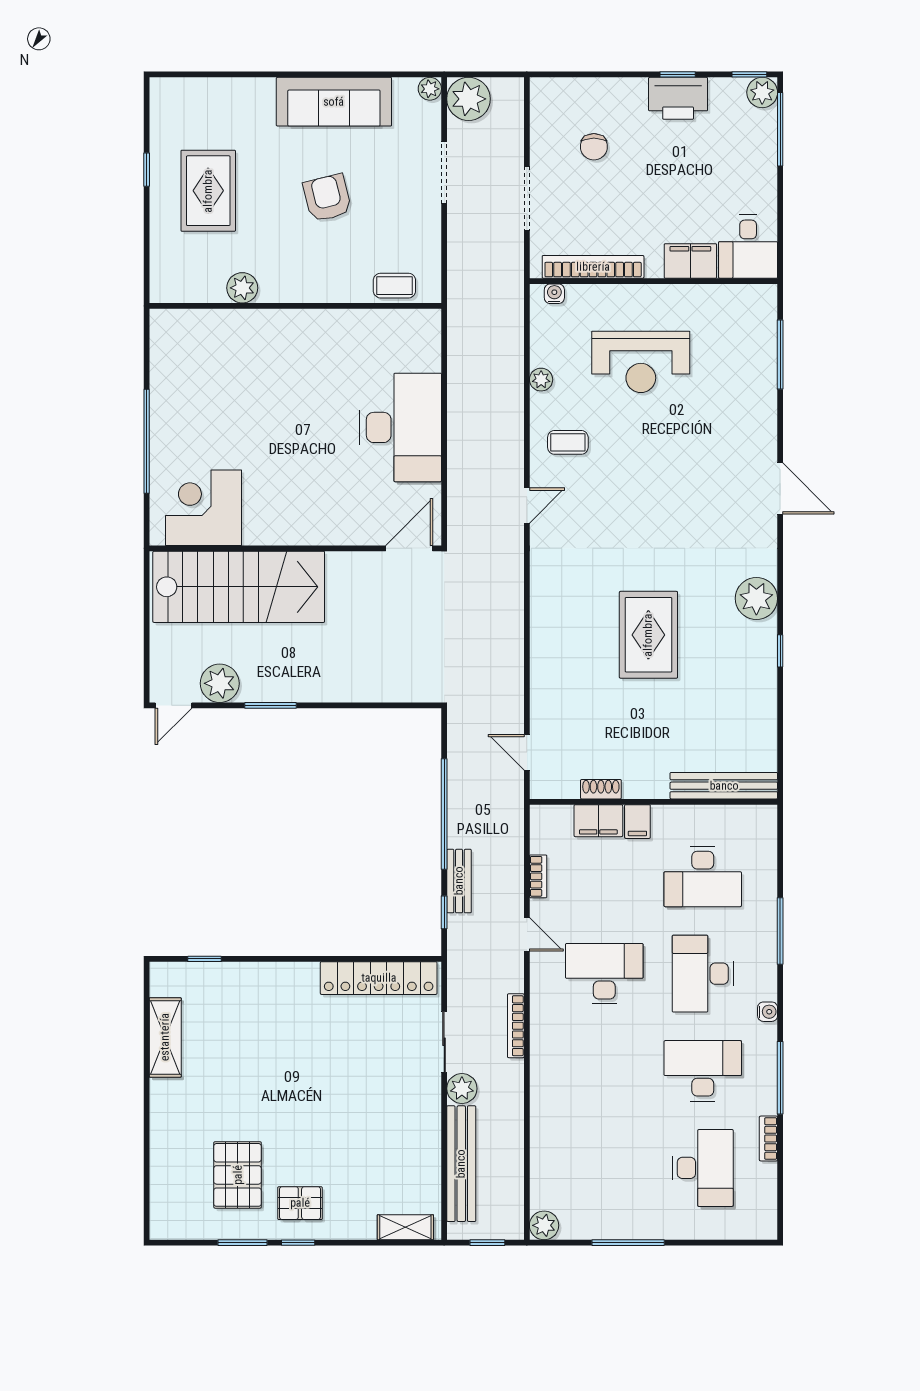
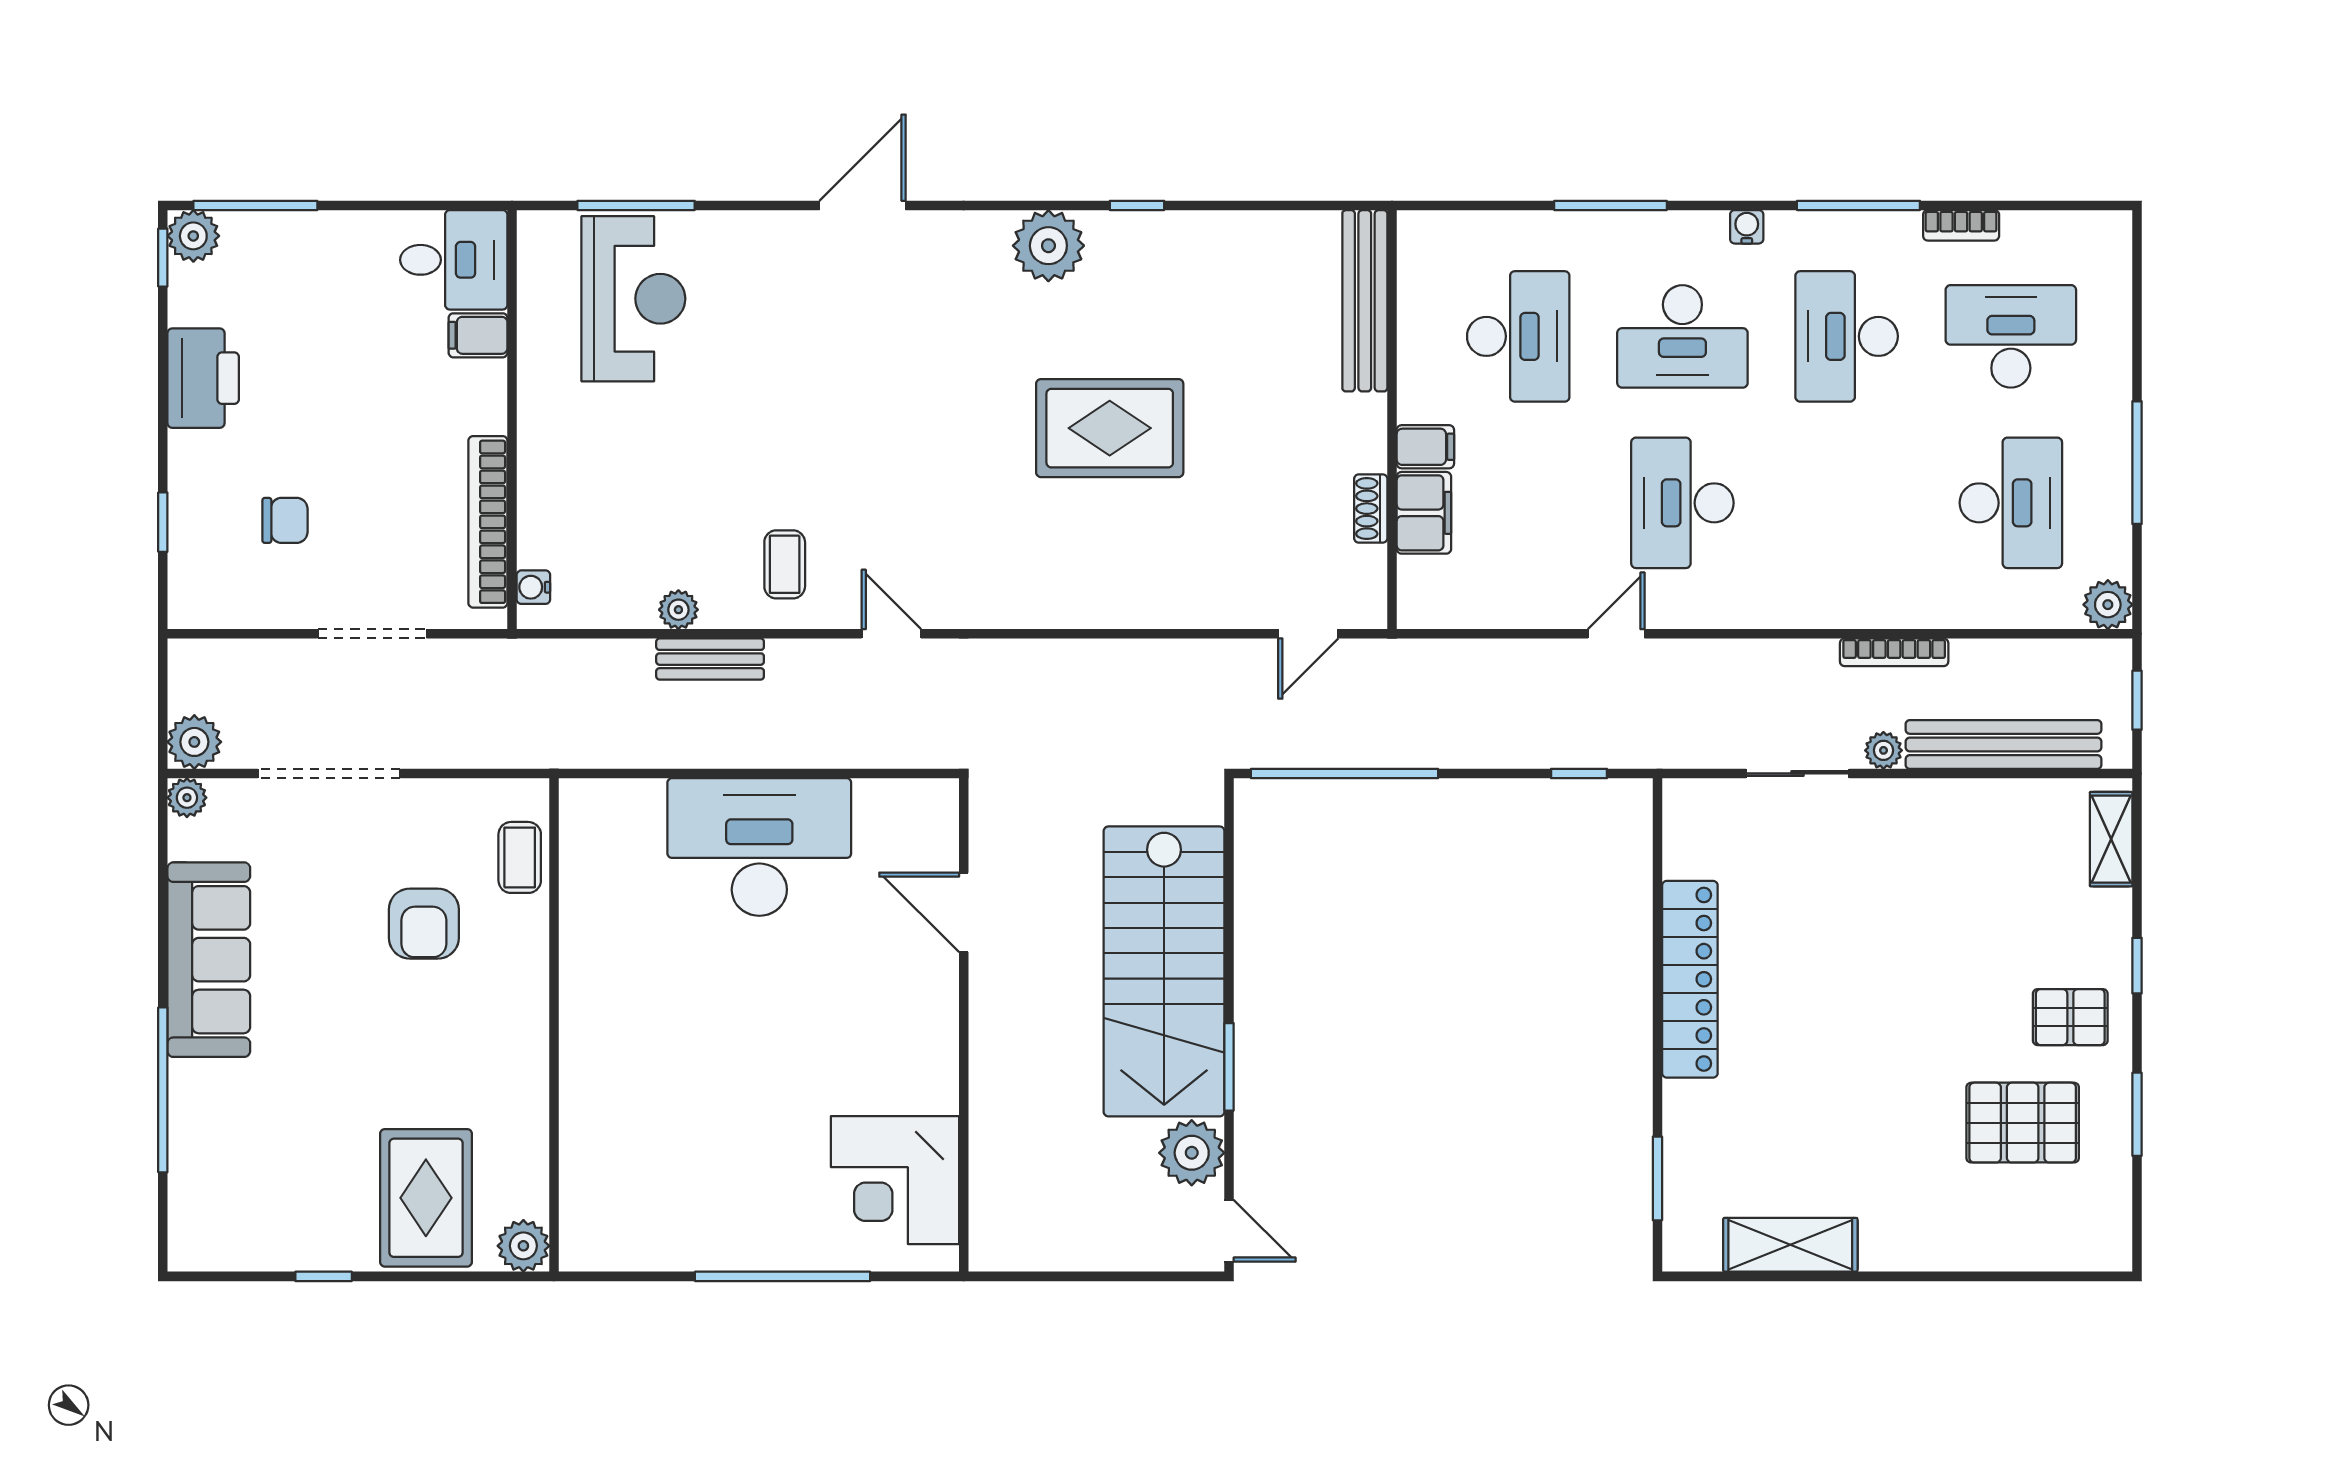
window: (257, 74) -> (163, 1090), added
window: (678, 74) -> (163, 522), moved
plant: (469, 99) -> (194, 742), width x0.73, depth x0.73
doorway: (444, 173) -> (329, 773), width x1.36
rug: (208, 191) -> (426, 1198), moved, turned 90
armchair: (327, 198) -> (424, 924), moved, turned -76
filing cabinet: (690, 261) -> (478, 335), width x0.50
plant: (242, 288) -> (523, 1246), moved
reception desk: (641, 362) -> (633, 299), moved
door: (409, 548) -> (964, 912), moved
stairs: (239, 587) -> (1164, 971), moved, turned 180
window: (444, 814) -> (1345, 773), moved
bookcase: (538, 876) -> (1518, 615), removed
bench: (459, 881) -> (710, 659), moved
window: (204, 959) -> (1657, 1178), width x1.50
locker: (379, 978) -> (1690, 979), moved
bookcase: (516, 1026) -> (1894, 652), moved
plant: (462, 1089) -> (1883, 750), width x0.73, depth x0.73
desk: (604, 1168) -> (2011, 503), added
pallet: (300, 1203) -> (2070, 1017), turned 90
window: (298, 1243) -> (2137, 966), moved

